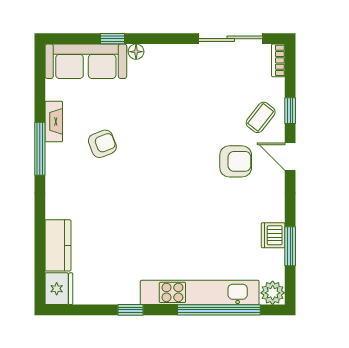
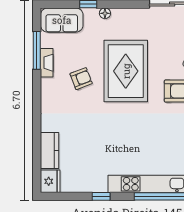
sofa: (86, 61) -> (62, 20), width x0.73
rug: (165, 133) -> (126, 71), added
window: (40, 149) -> (37, 50), moved

